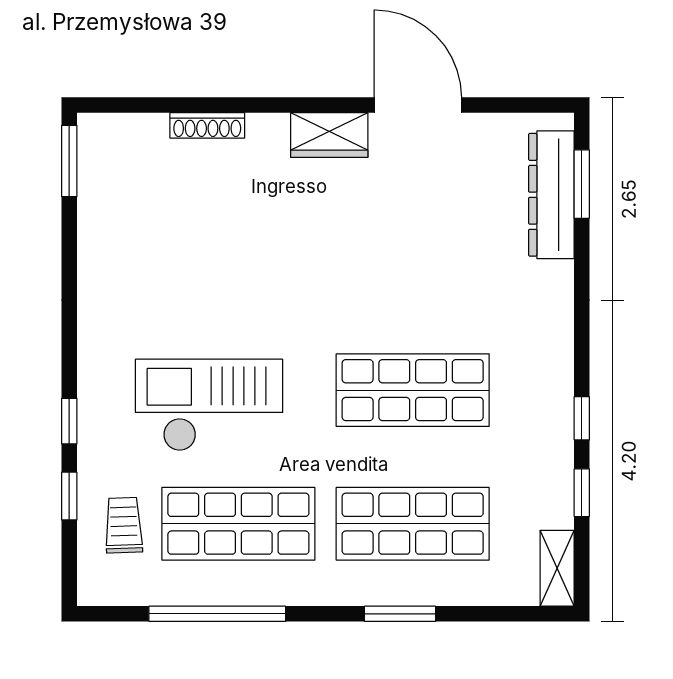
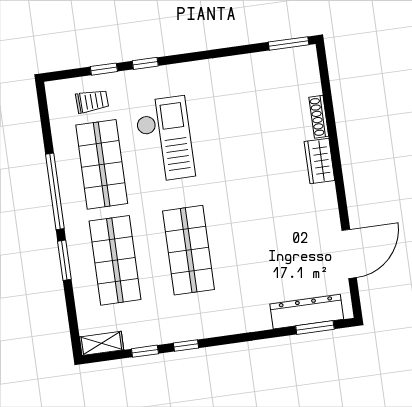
door: (418, 105) -> (349, 254), moved
wardrobe: (329, 135) -> (319, 161), moved
window: (217, 614) -> (55, 191), moved

